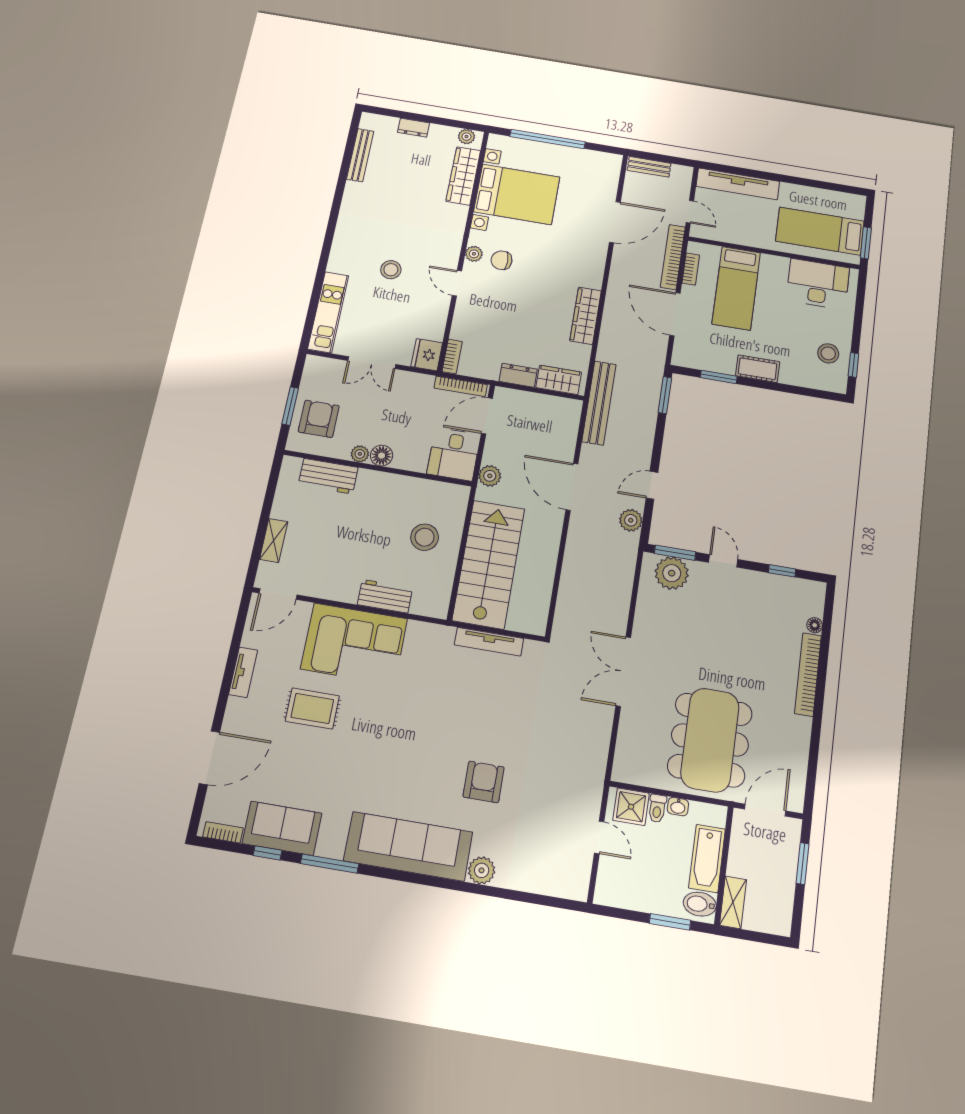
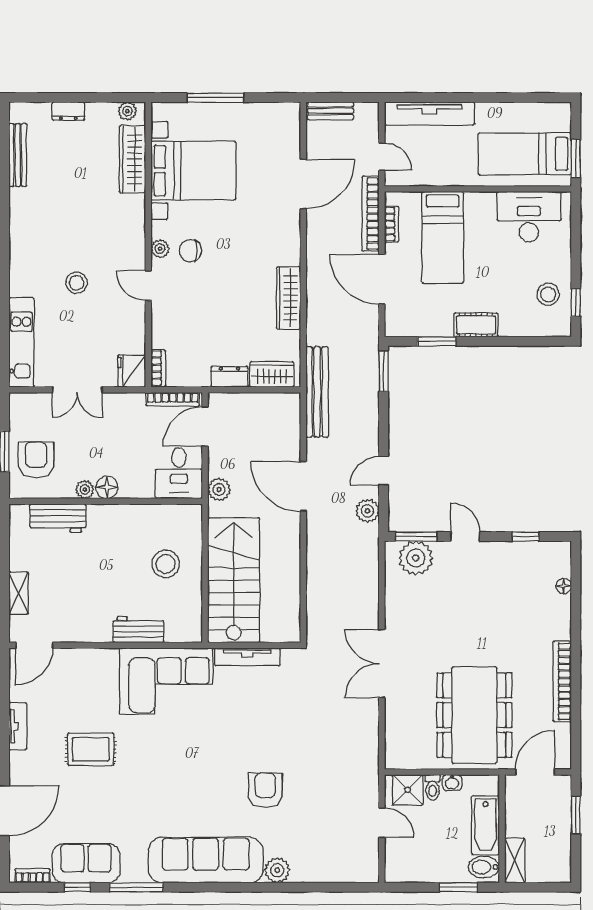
window: (548, 139) -> (215, 98), width x0.68
corner sofa: (354, 644) -> (166, 681), moved
bookcase: (808, 674) -> (562, 681), moved

